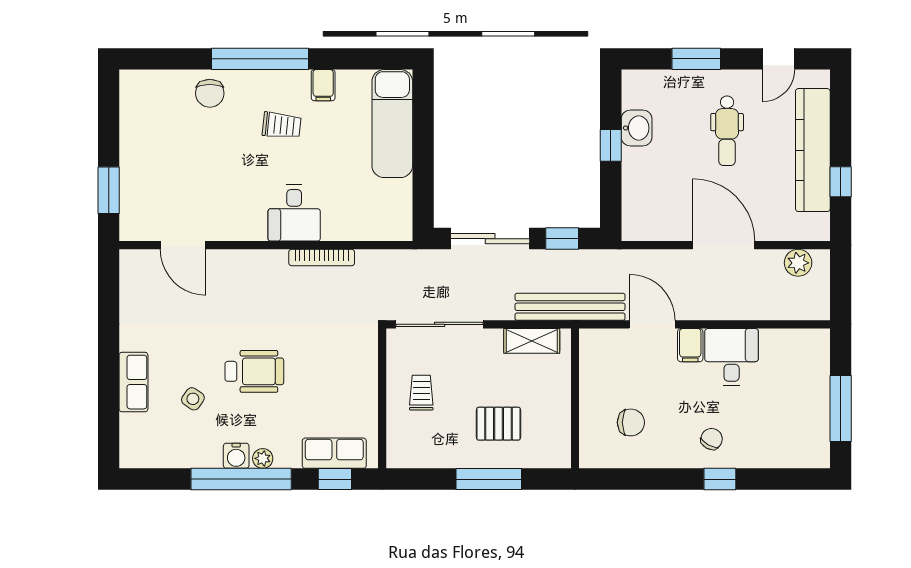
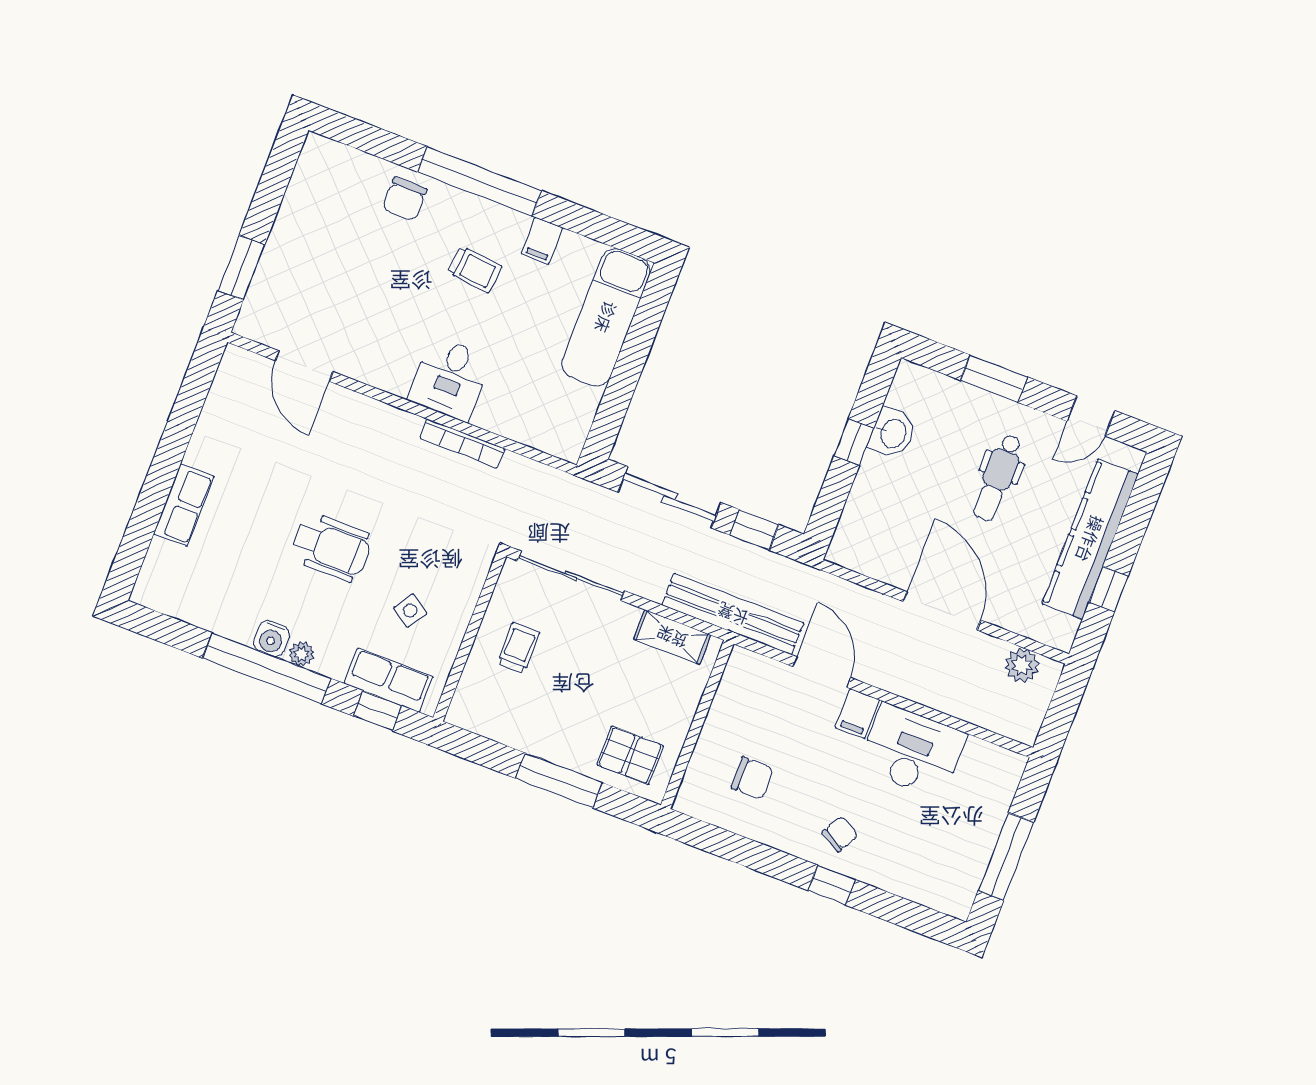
desk: (732, 357) -> (912, 751), width x1.37
side table: (193, 399) -> (410, 610), moved
pallet: (498, 424) -> (630, 755), moved

